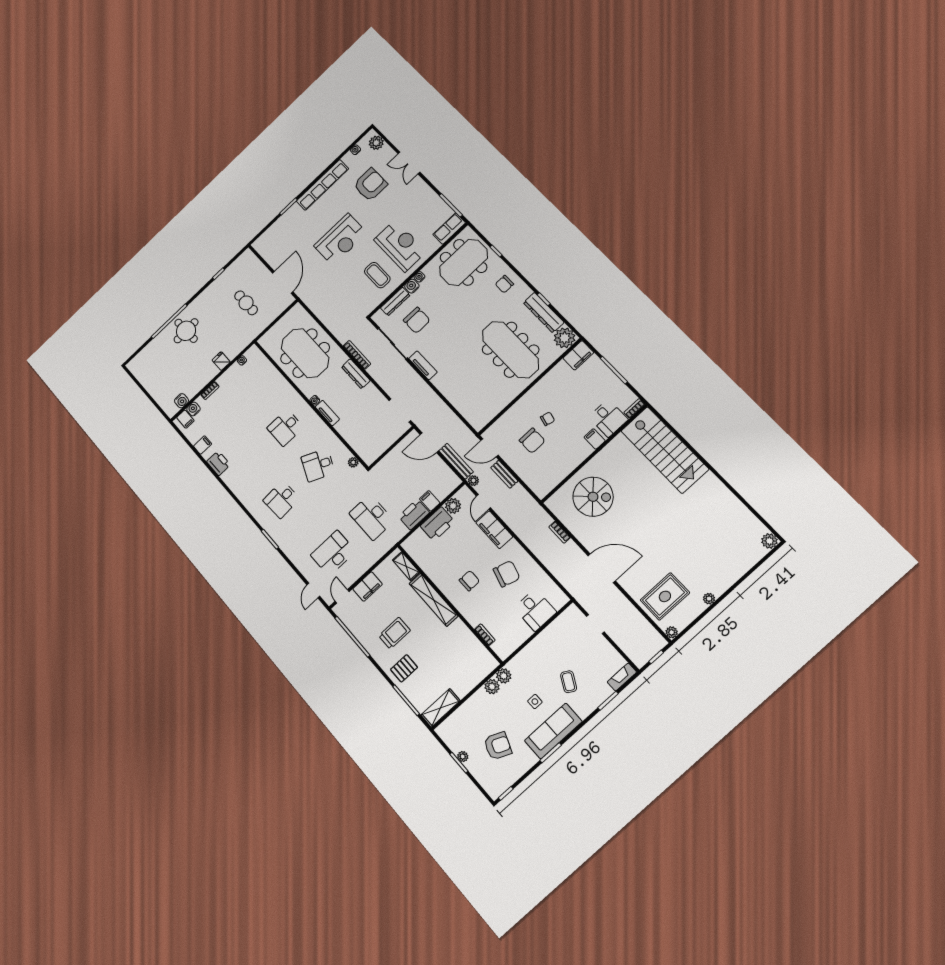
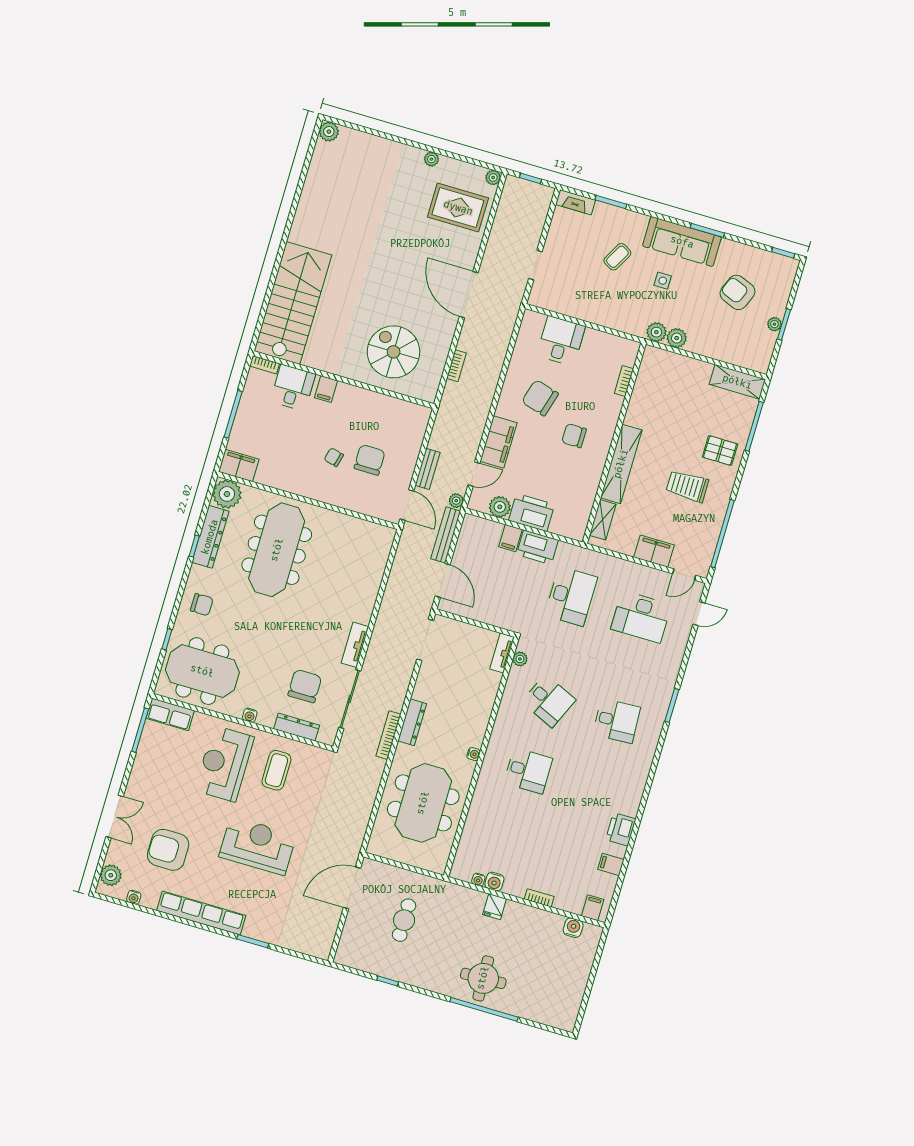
water cooler: (412, 286) -> (266, 718), removed
water cooler: (193, 409) -> (494, 882), moved
tv unit: (327, 413) -> (502, 653), moved

